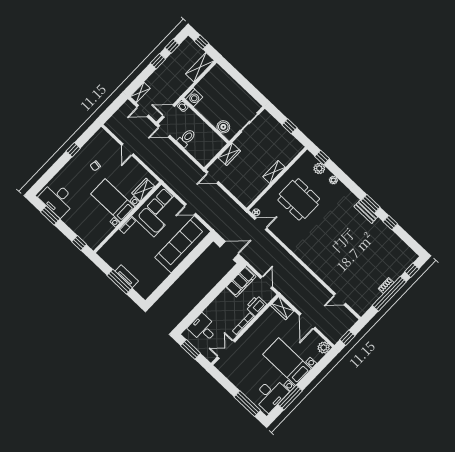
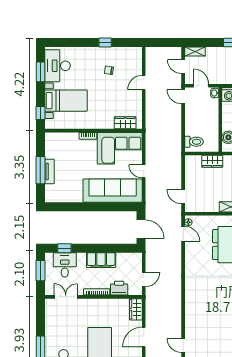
toilet: (186, 138) -> (194, 142), moved
door: (212, 178) -> (183, 197), moved
bed with nightstands: (113, 201) -> (66, 101), moved, turned 90
filing cabinet: (241, 282) -> (101, 260), moved
window: (191, 317) -> (64, 248), added

